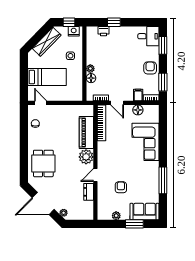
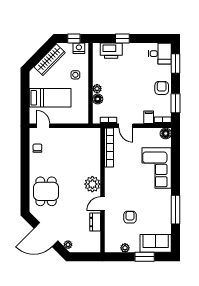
printer: (104, 31) -> (111, 51), width x1.87, depth x1.48
floor lamp: (138, 110) -> (166, 133), moved
piano: (86, 132) -> (93, 158), removed

